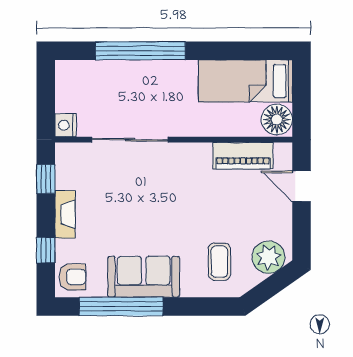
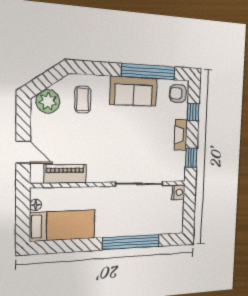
floor lamp: (277, 119) -> (36, 205), width x0.53, depth x0.53

